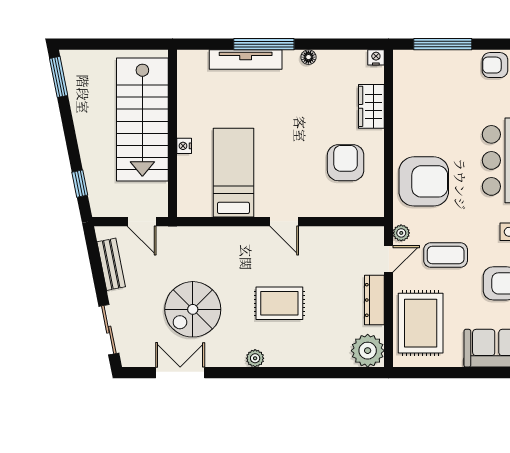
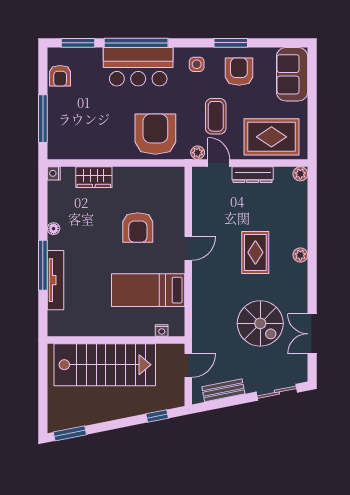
nightstand: (184, 146) -> (162, 331), moved
armchair: (346, 163) -> (138, 227), moved, turned -90
plant: (368, 351) -> (300, 174), width x0.53, depth x0.53
plant: (255, 358) -> (300, 255), moved

